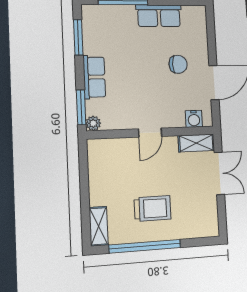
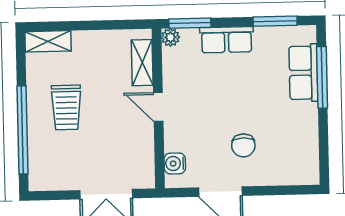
row of seats: (159, 16) -> (303, 73), moved
shelving: (196, 143) -> (142, 63), moved
window: (145, 246) -> (22, 130), moved

